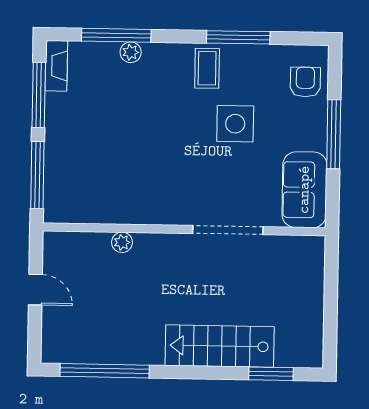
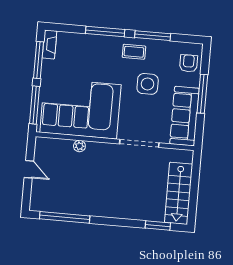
window: (116, 35) -> (105, 32), moved
plant: (131, 52) -> (92, 40), removed
coffee table: (207, 68) -> (134, 52), turned 90
corner sofa: (119, 176) -> (80, 109), added
sofa: (304, 190) -> (185, 116), width x1.36
stairs: (220, 346) -> (179, 193), moved, turned -90

